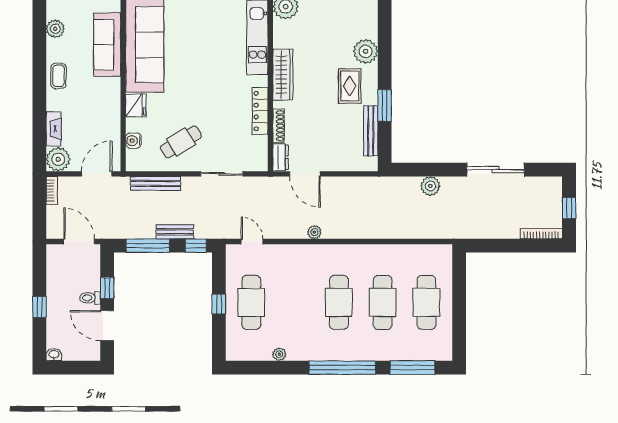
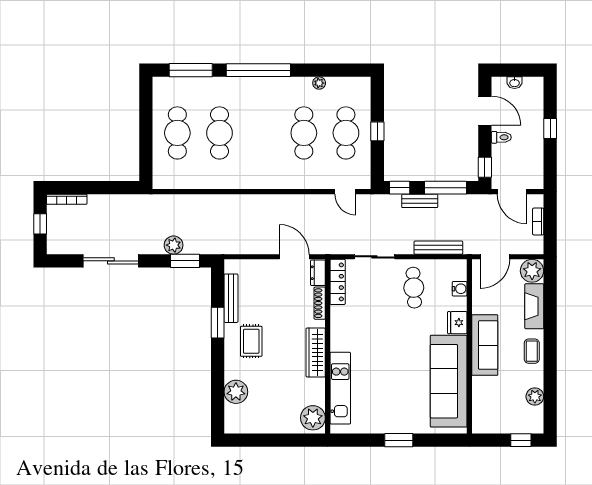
sofa: (107, 45) -> (485, 345), moved
plant: (366, 51) -> (236, 392), moved
locker: (260, 111) -> (338, 282), moved
fireplace: (54, 129) -> (534, 306), width x1.37, depth x1.32
cafe table: (181, 142) -> (414, 288), turned -61
window: (418, 170) -> (185, 261), added
bookcase: (52, 190) -> (538, 222), moved
plant: (314, 232) -> (285, 201), removed
window: (107, 288) -> (485, 167), moved
cafe table: (339, 302) -> (304, 133), moved
washbasin: (54, 355) -> (515, 83), moved

